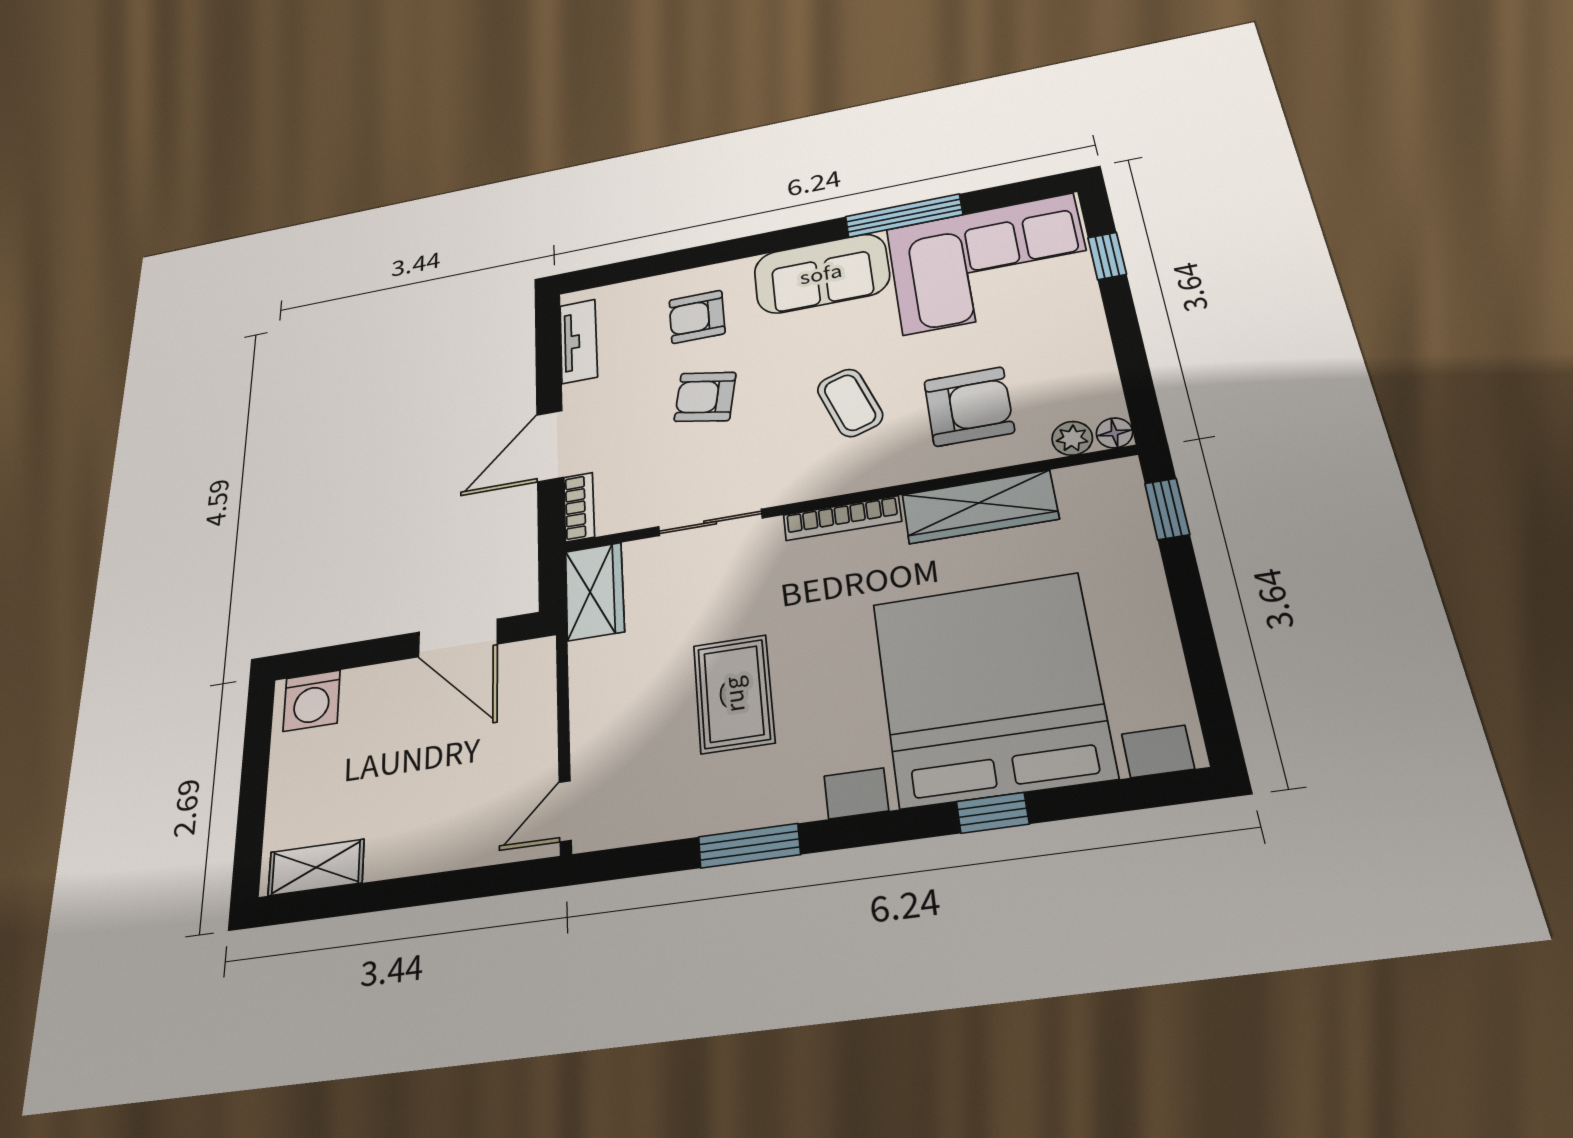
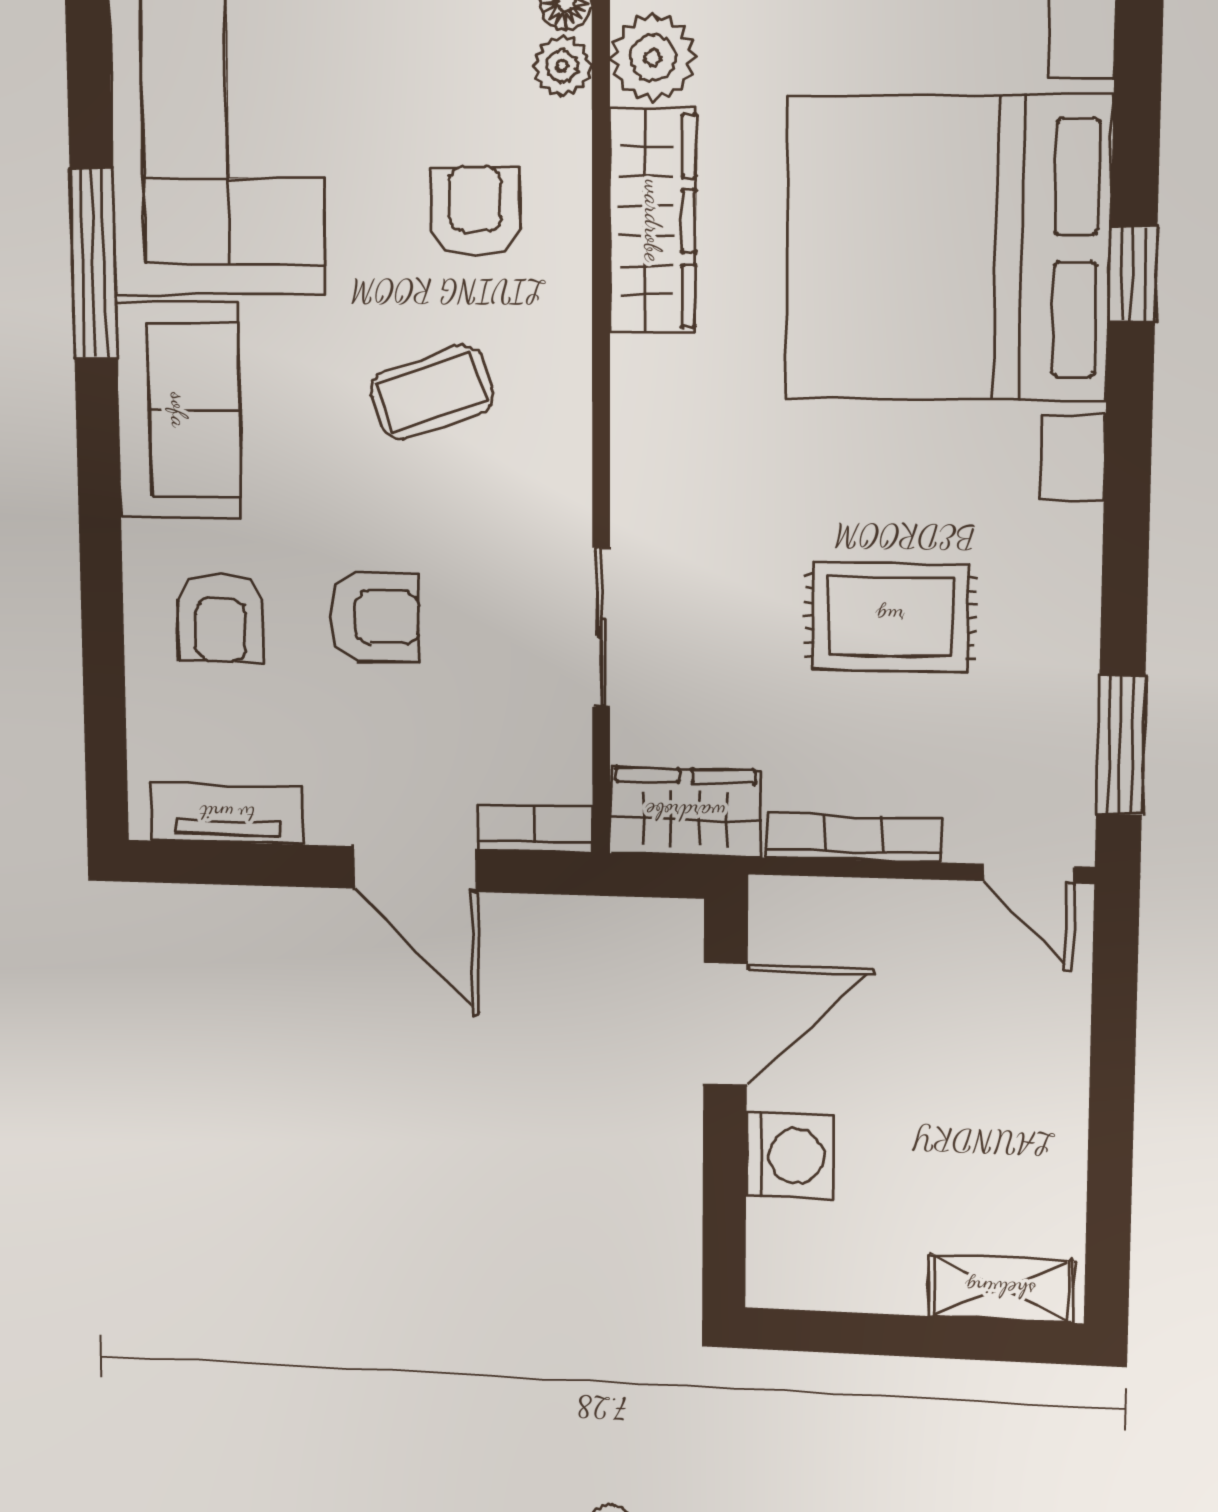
armchair: (705, 397) -> (375, 617), turned -101
armchair: (969, 407) -> (475, 212), width x0.72, depth x0.72
plant: (1088, 489) -> (653, 58), added
bookcase: (842, 518) -> (854, 838), moved, turned -90
washing machine: (312, 701) -> (790, 1156), moved
window: (749, 846) -> (1121, 745), moved
shelving: (316, 867) -> (1000, 1289), moved, turned 90

